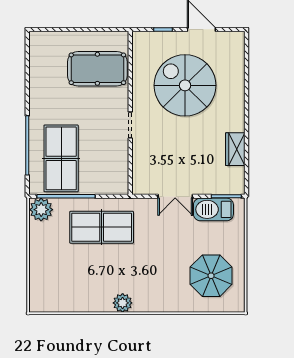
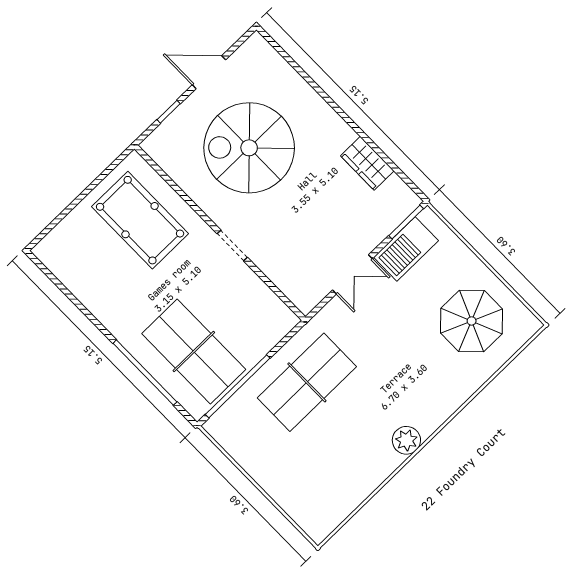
pool table: (97, 69) -> (140, 220), turned 90
plant: (41, 210) -> (225, 426), removed

